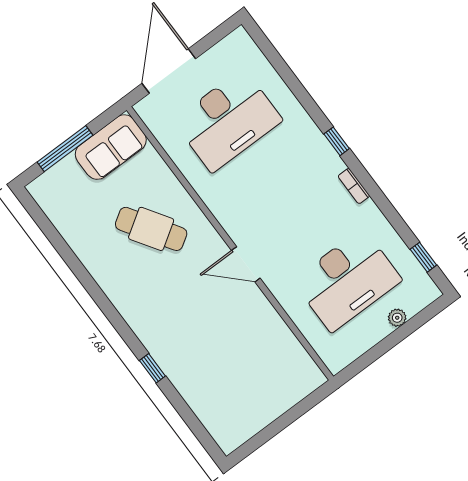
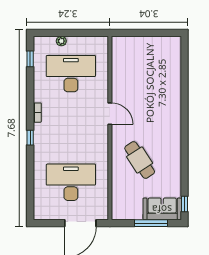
sofa: (111, 147) -> (162, 209), moved
window: (152, 368) -> (184, 204), moved

